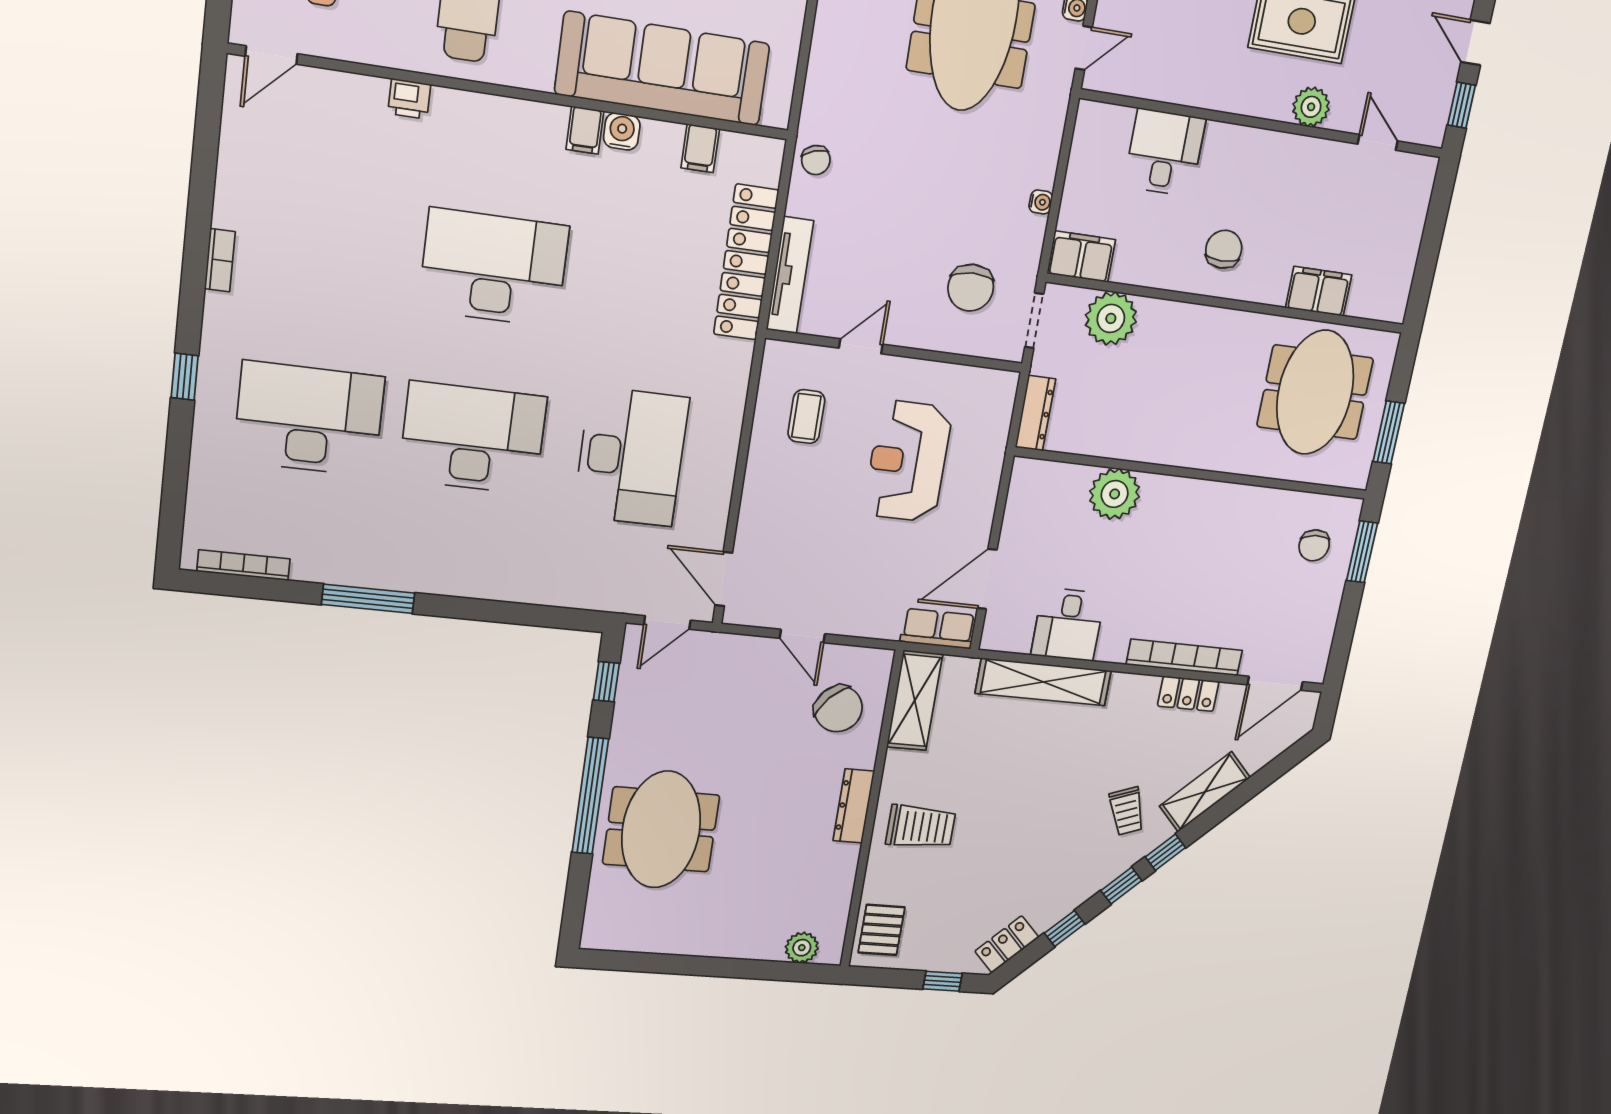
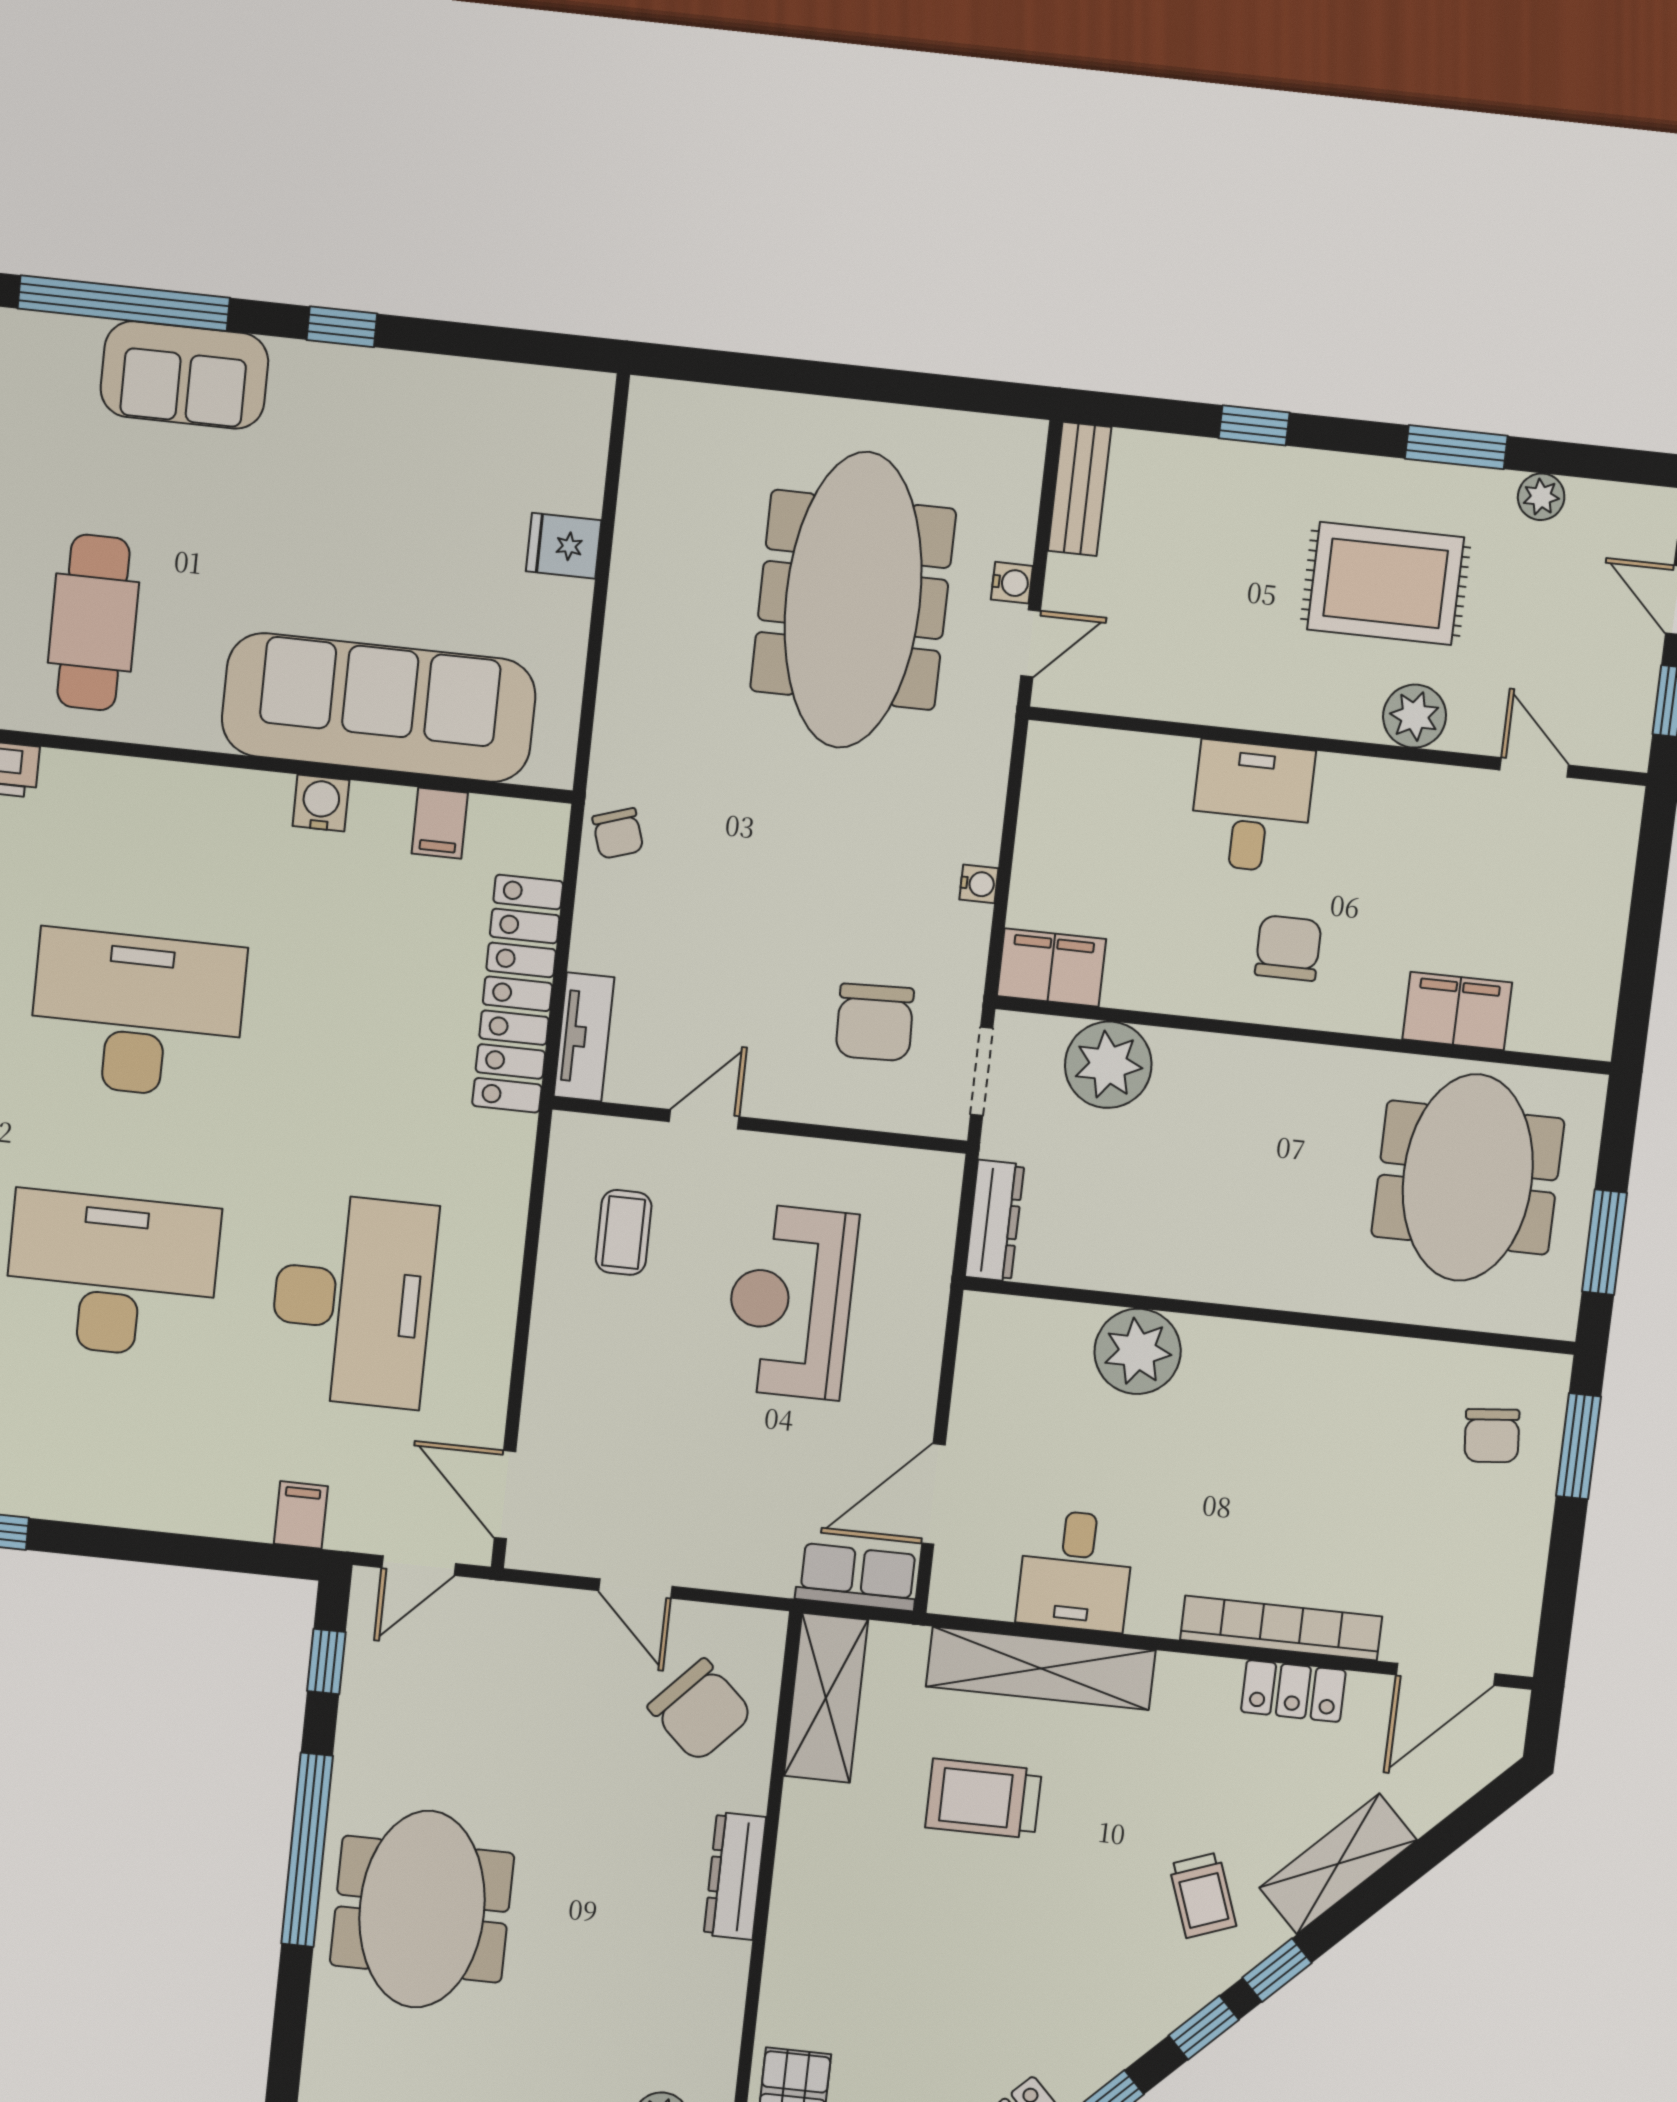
filing cabinet: (585, 130) -> (301, 1515), moved, turned 180
desk: (1165, 153) -> (1252, 807), moved
tv unit: (790, 275) -> (584, 1037), width x0.71
trolley: (921, 827) -> (983, 1799), moved, turned 180

